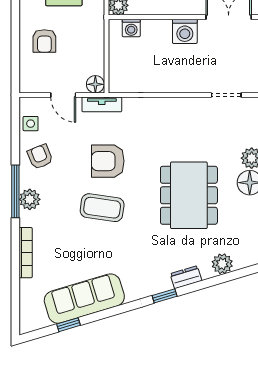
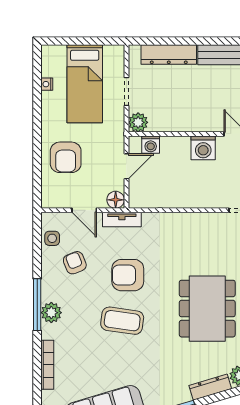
armchair: (44, 41) -> (66, 157), width x1.38, depth x1.38
door: (106, 50) -> (126, 166), added
armchair: (40, 157) -> (75, 263), moved
dresser: (186, 277) -> (210, 387), width x1.44

